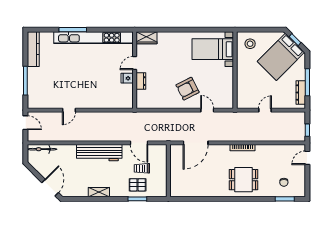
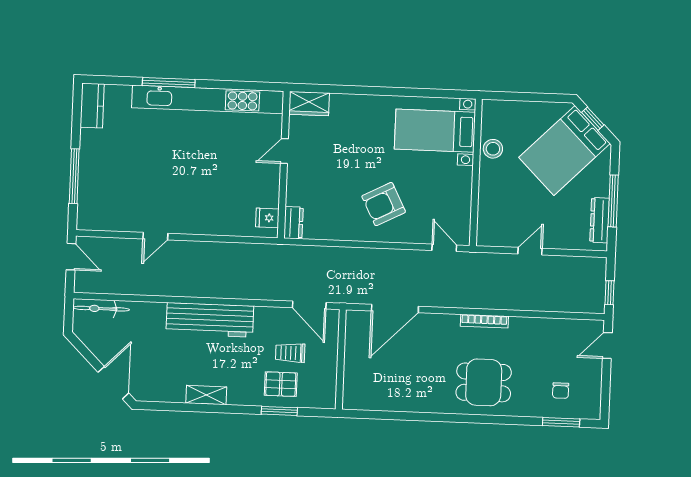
stool: (250, 44) -> (493, 149), moved
kitchen counter: (33, 49) -> (92, 106), width x0.67
fridge: (127, 78) -> (267, 218), moved
dresser: (141, 81) -> (293, 223), moved
door: (207, 110) -> (444, 248), moved
door: (139, 143) -> (309, 305), moved

